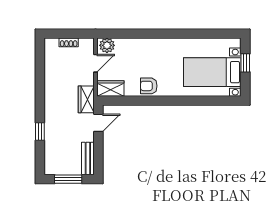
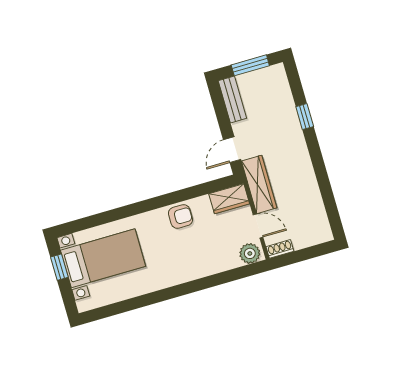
shoe rack: (69, 42) -> (280, 249), moved
door: (95, 63) -> (258, 226), swing flipped
window: (245, 63) -> (59, 267), moved
wardrobe: (86, 99) -> (259, 184), width x1.50

